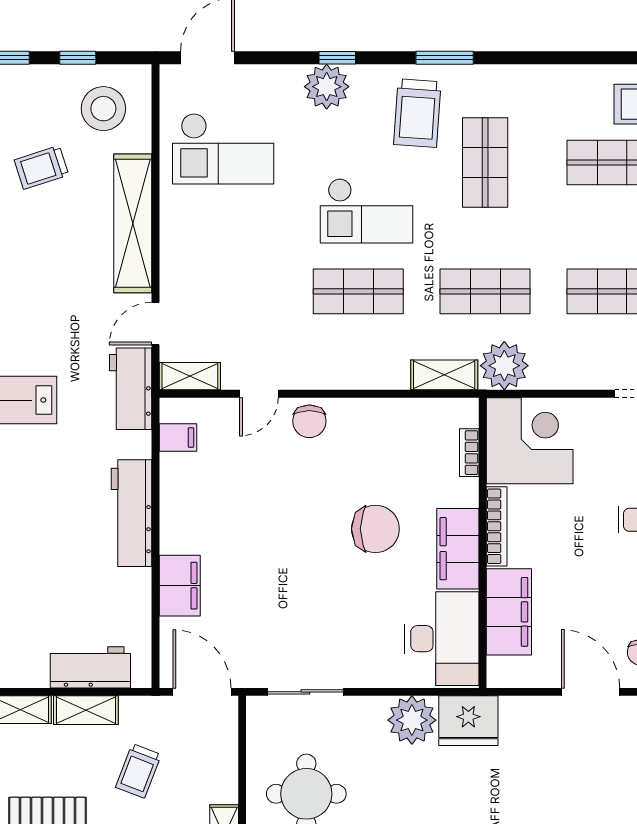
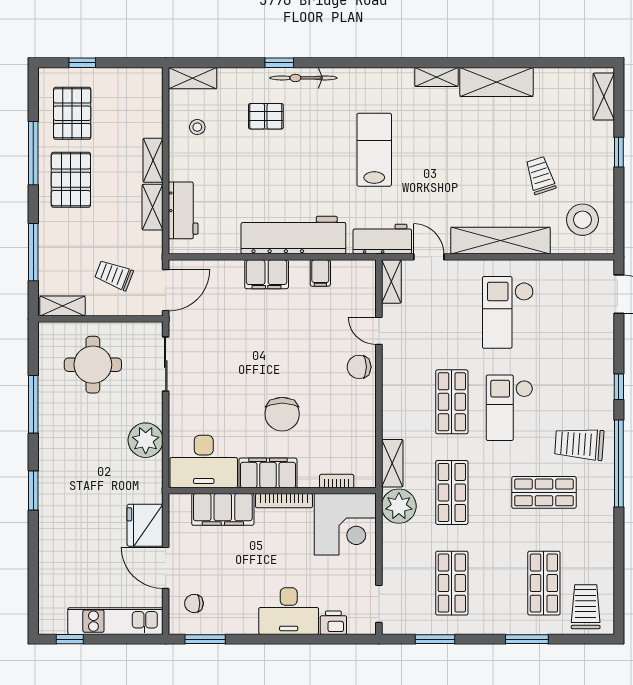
window: (78, 58) -> (619, 201), removed
window: (445, 58) -> (619, 464), width x2.11
plant: (327, 87) -> (598, 379), removed
checkout: (223, 149) -> (508, 312), moved
filing cabinet: (178, 437) -> (320, 273), moved
workbench: (132, 513) -> (293, 235), width x1.36, depth x1.32
filing cabinet: (180, 586) -> (267, 274), moved
door: (591, 692) -> (166, 568), swing flipped
fridge: (468, 721) -> (145, 525), moved
trolley: (138, 771) -> (114, 275), moved

